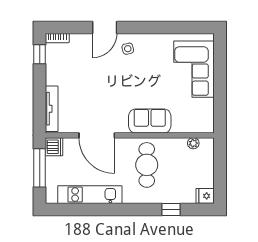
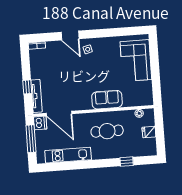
door: (105, 28) -> (70, 35), hinge flipped
window: (40, 54) -> (27, 87), moved
door: (97, 135) -> (59, 113), moved
cafe table: (147, 165) -> (107, 131), turned 90
fridge: (205, 196) -> (149, 132), moved

